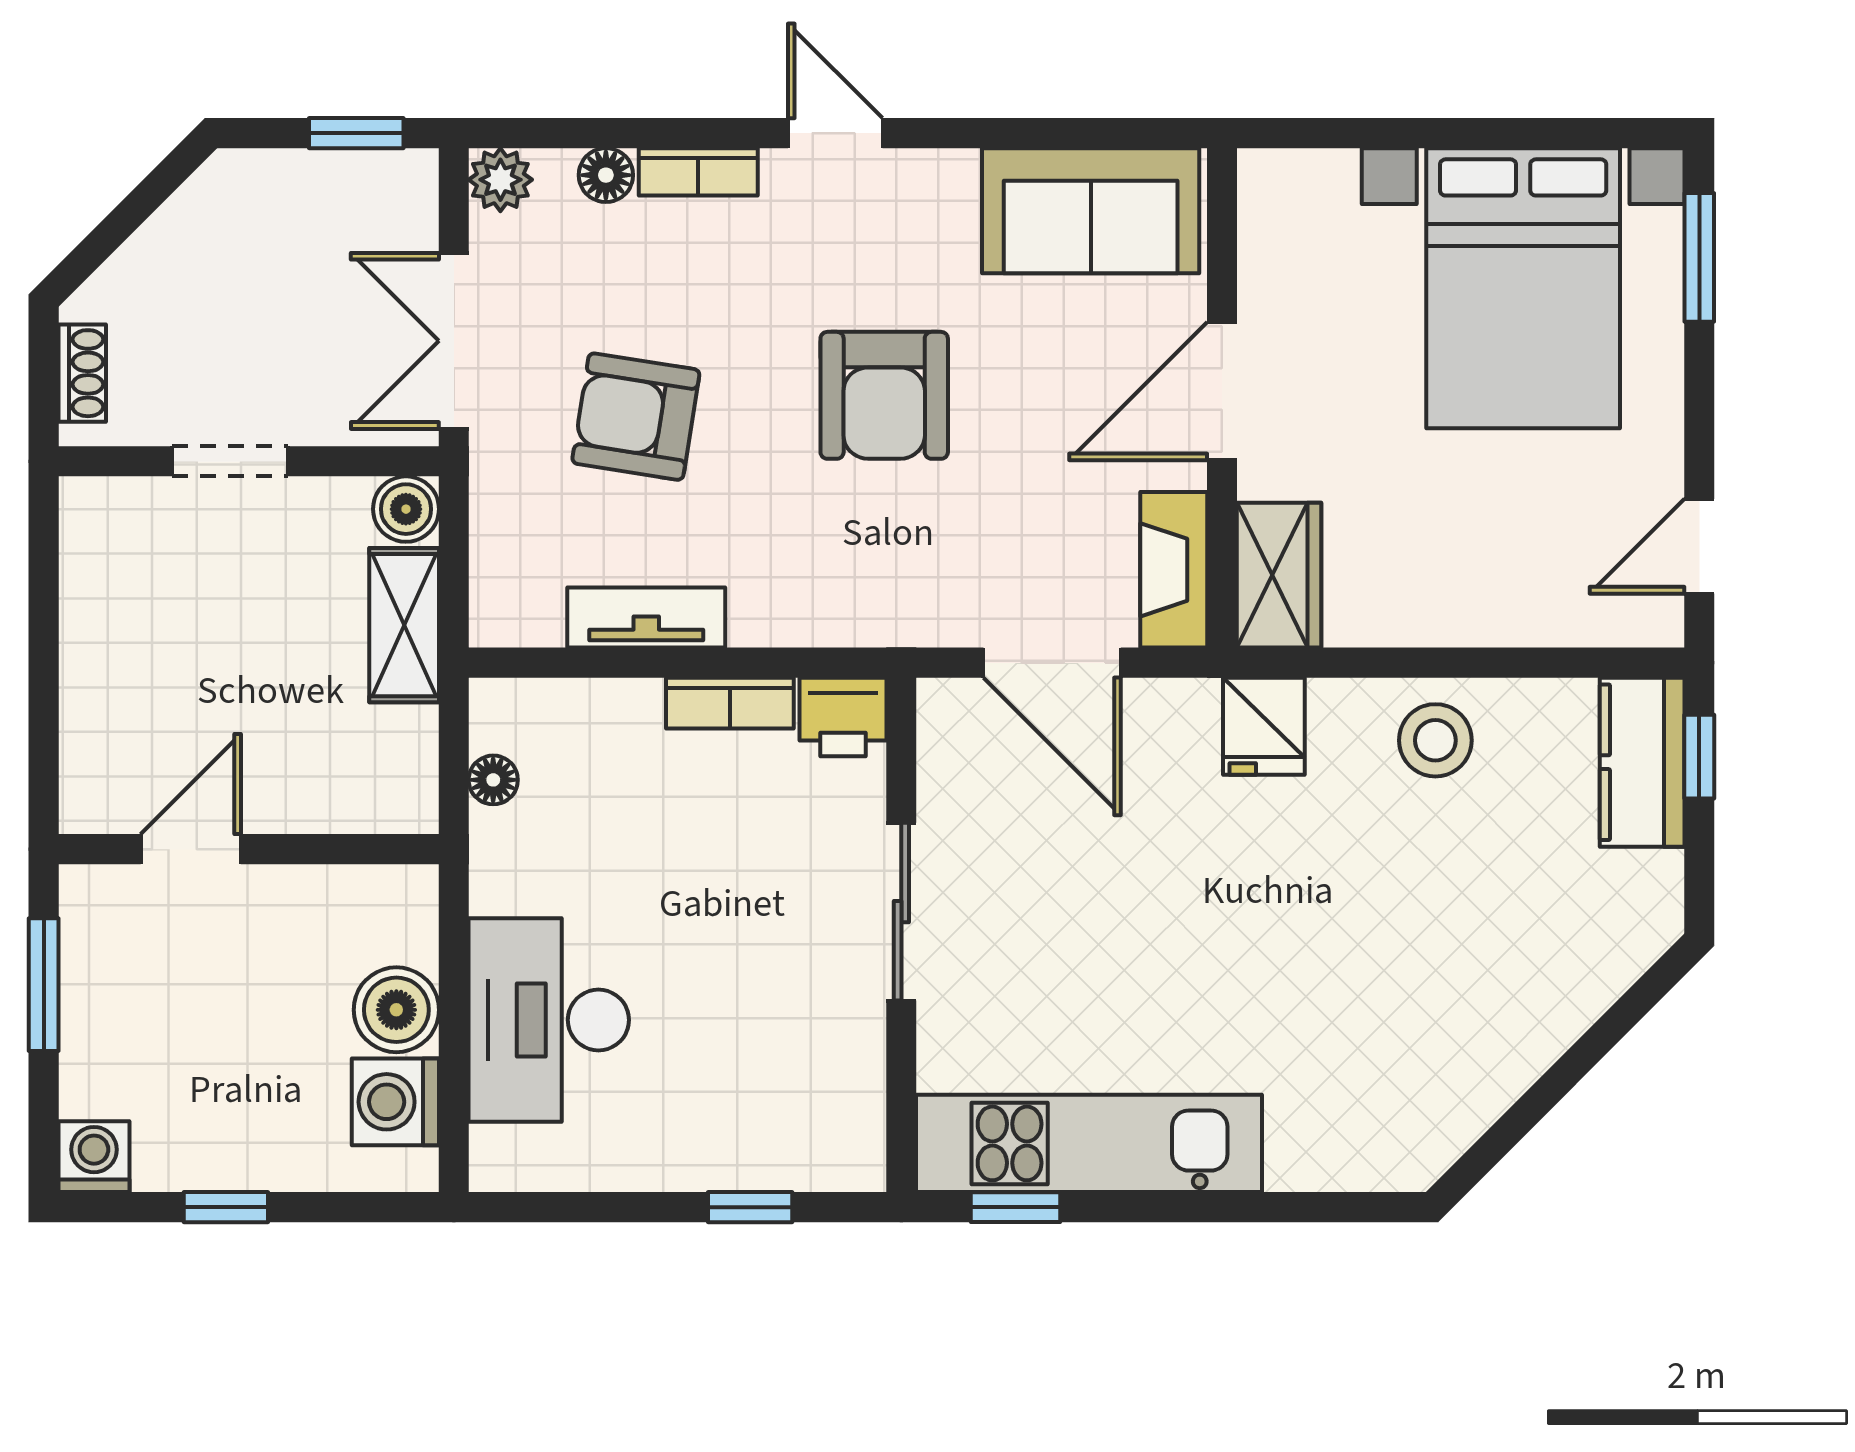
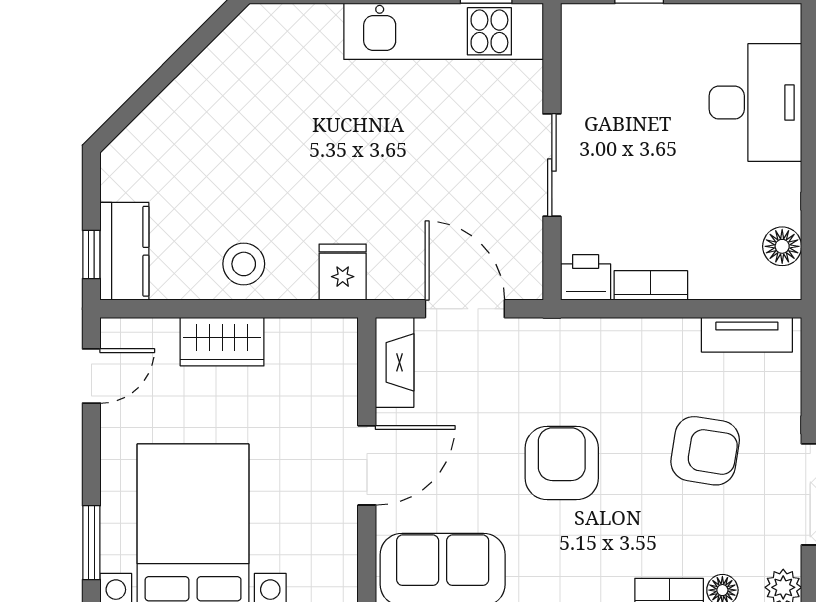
wardrobe: (1279, 575) -> (222, 342), moved, turned -90
tv unit: (646, 618) -> (747, 335), moved
floor lamp: (493, 780) -> (782, 246), width x1.37, depth x1.37

